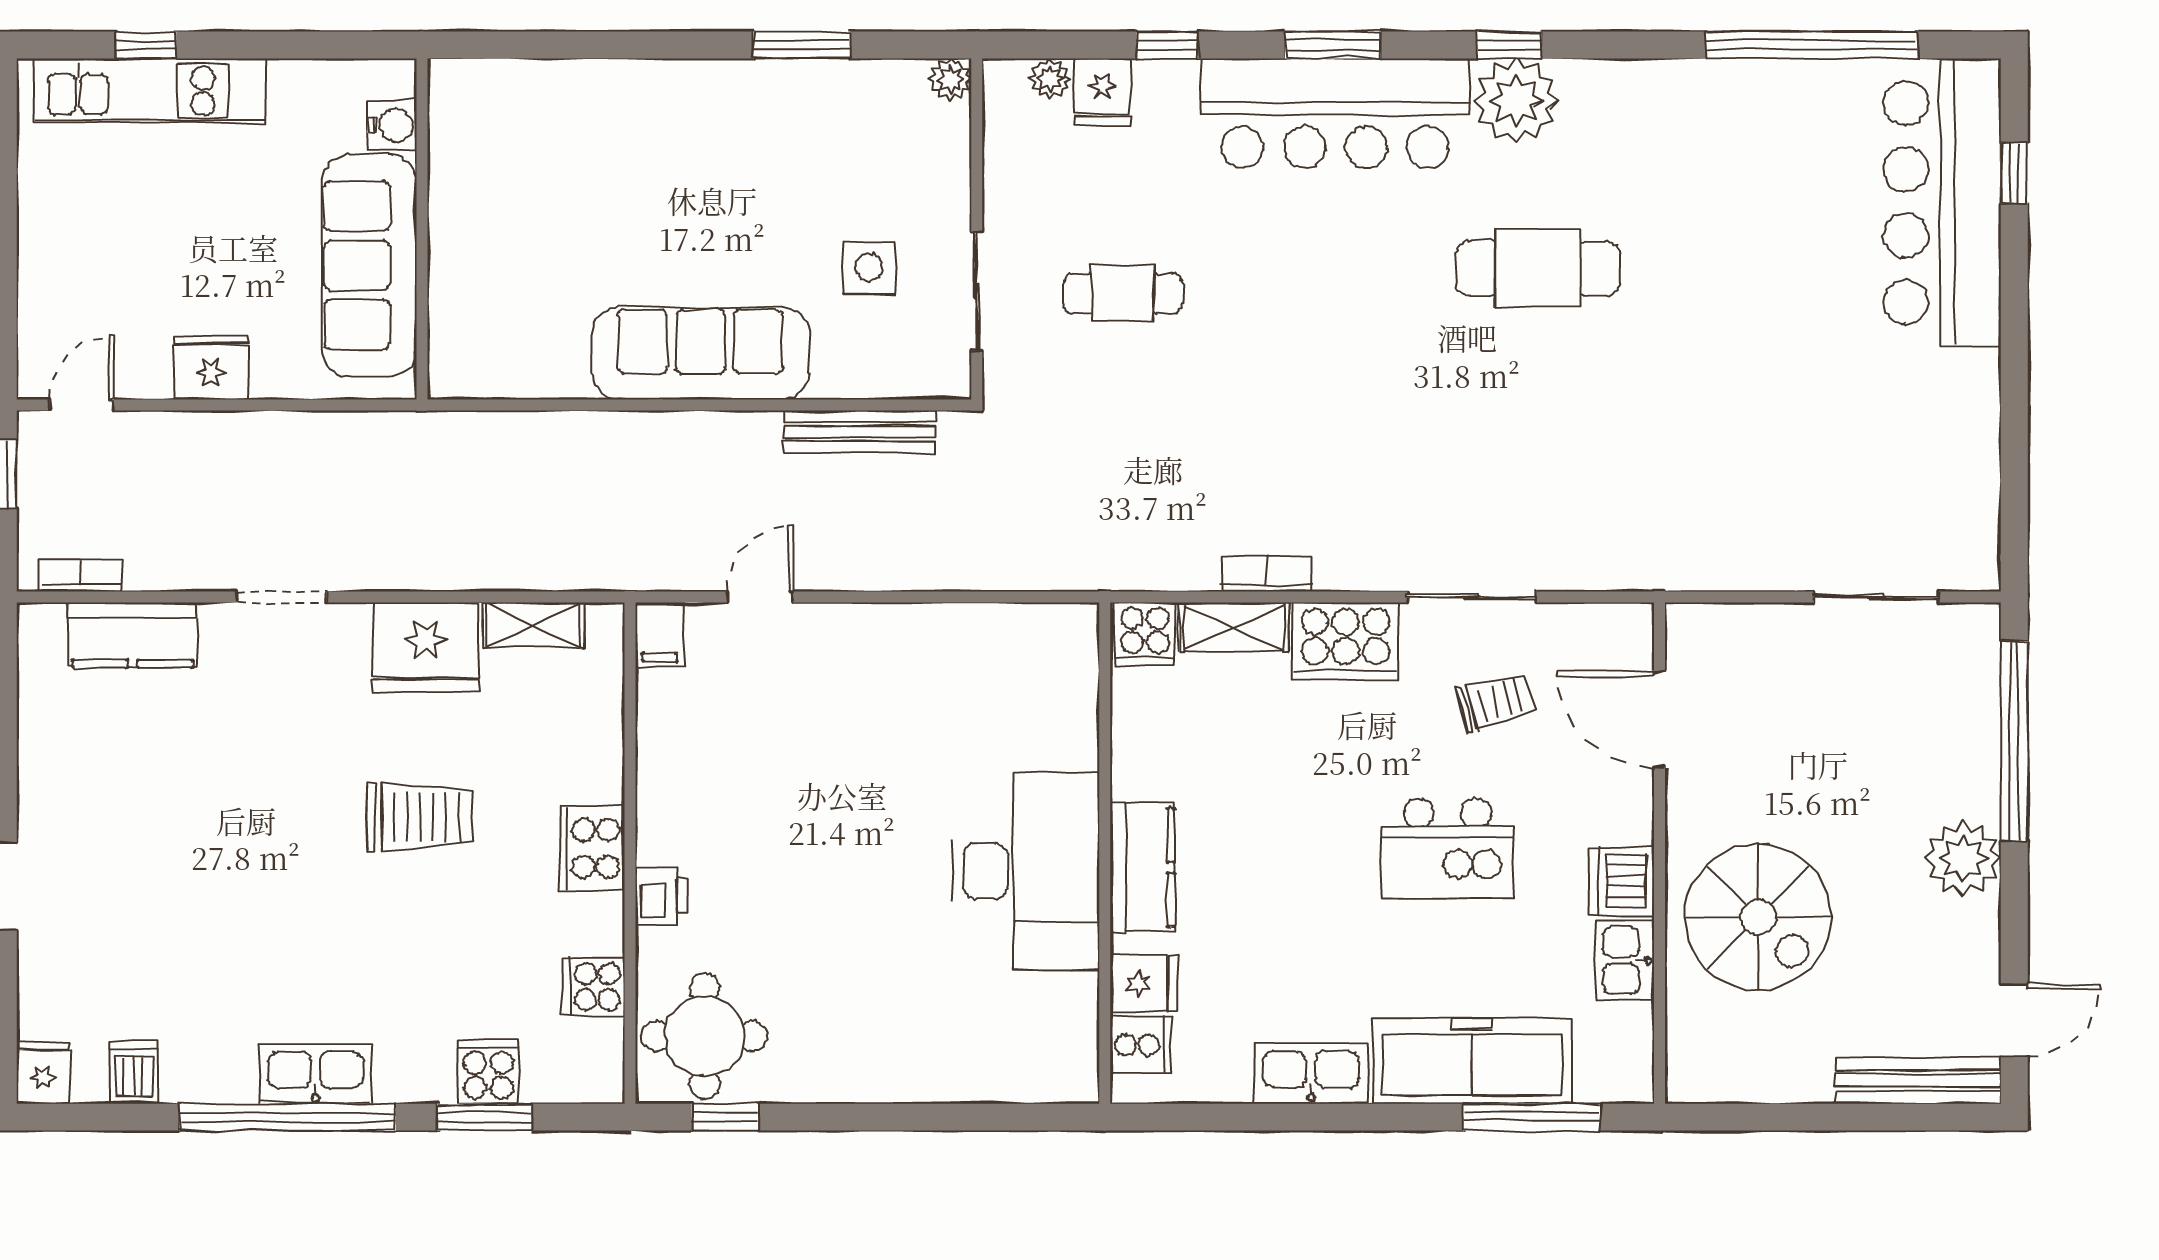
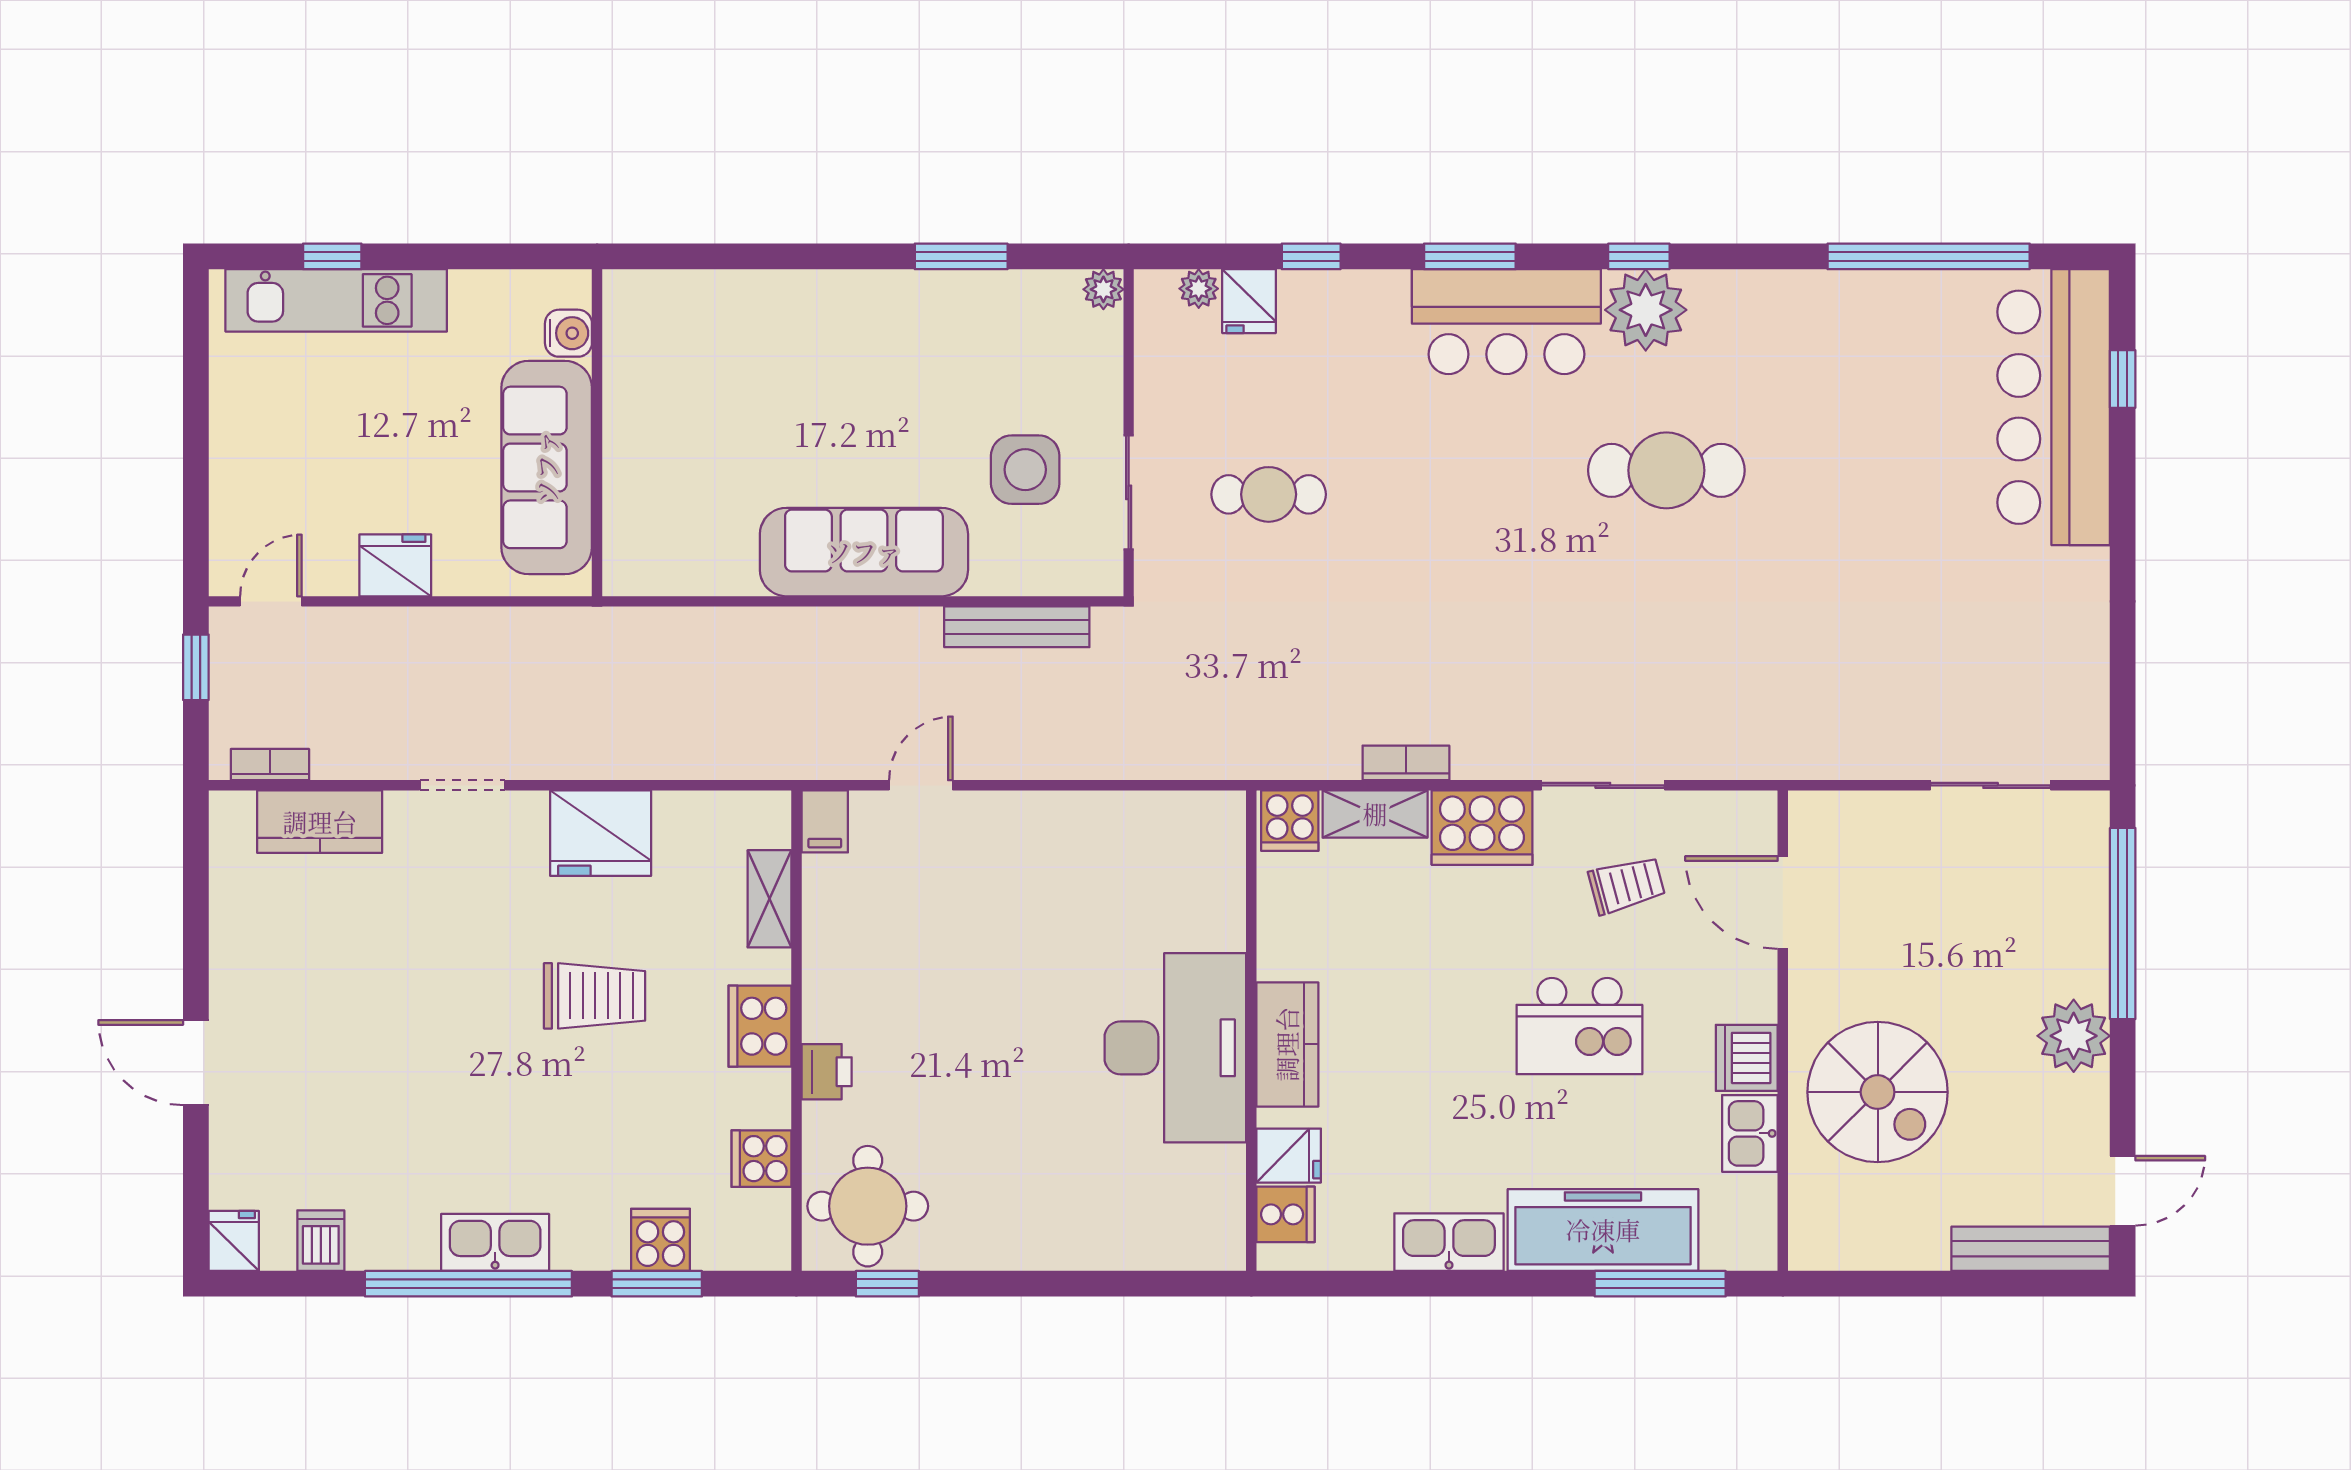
bar counter: (1335, 113) -> (1506, 322), width x0.73
side table: (869, 268) -> (1025, 470), width x1.37, depth x1.37
shelving: (533, 625) -> (769, 899), moved, turned 90

